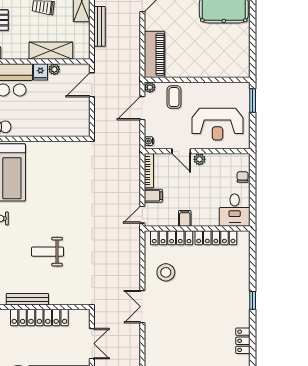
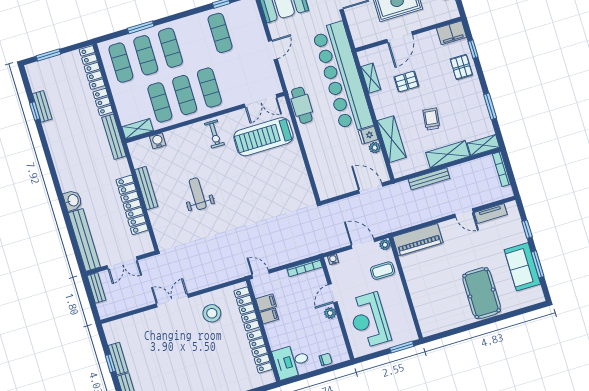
filing cabinet: (153, 196) -> (266, 302), moved, turned -90

